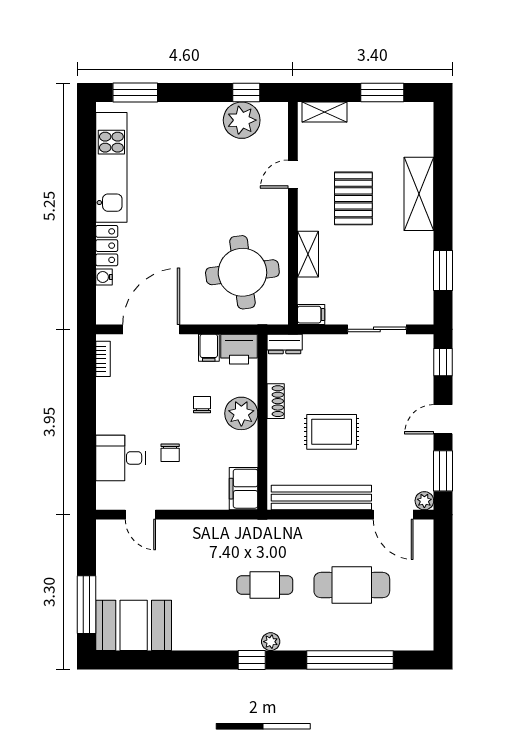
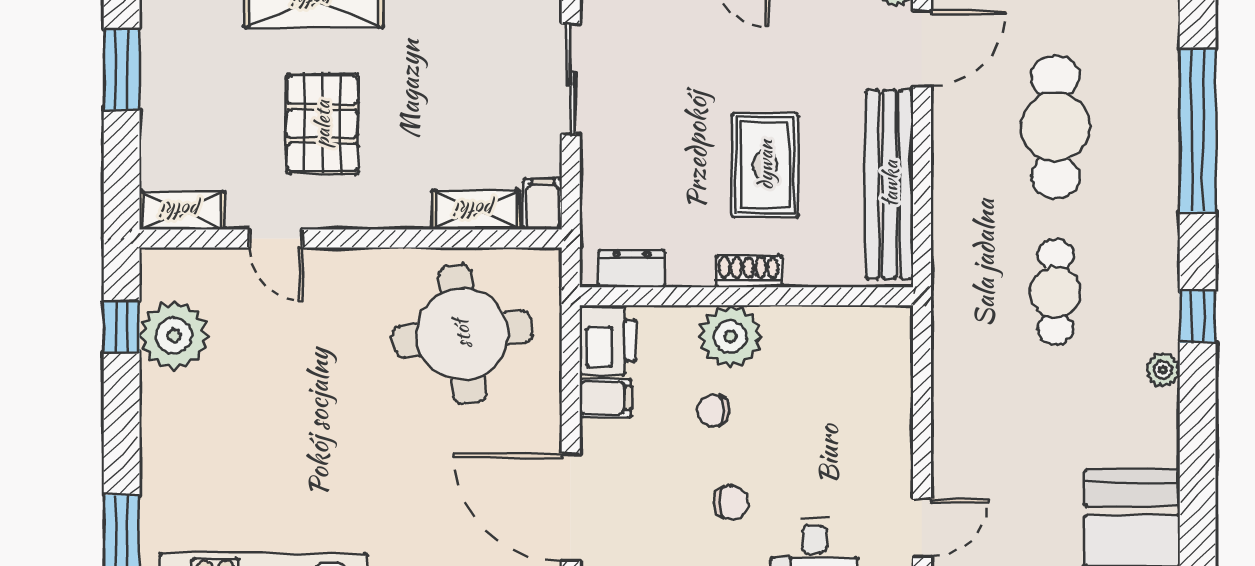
shelving: (324, 112) -> (182, 211), moved, turned 90
pallet: (353, 198) -> (322, 124), turned 90
shelving: (308, 254) -> (476, 210), moved
dresser: (285, 344) -> (632, 269), moved, turned -90
shoe rack: (276, 401) -> (749, 271), moved
chair: (170, 453) -> (731, 502), moved
filing cabinet: (244, 489) -> (873, 332), removed
plant: (271, 642) -> (1163, 370), moved

